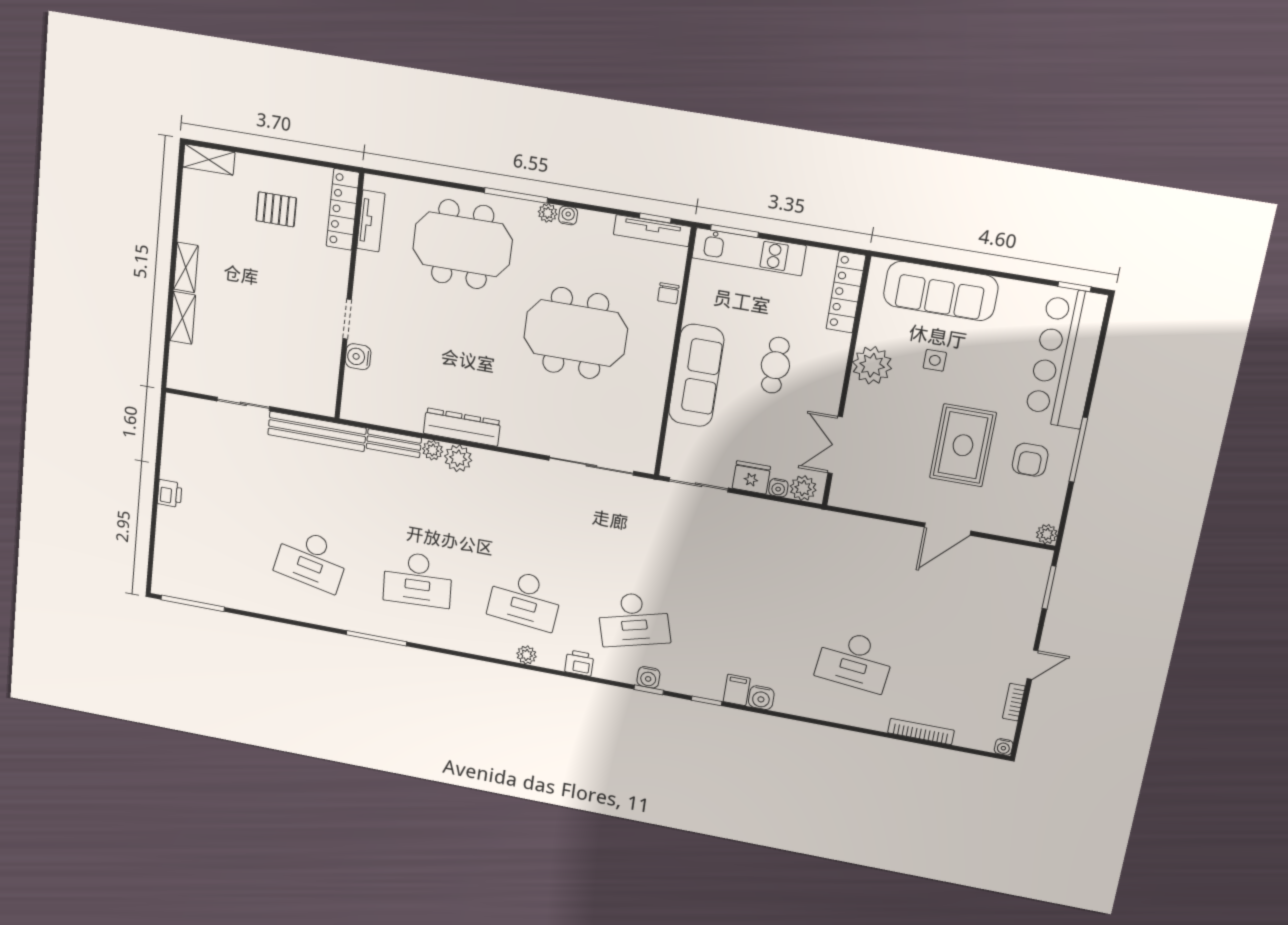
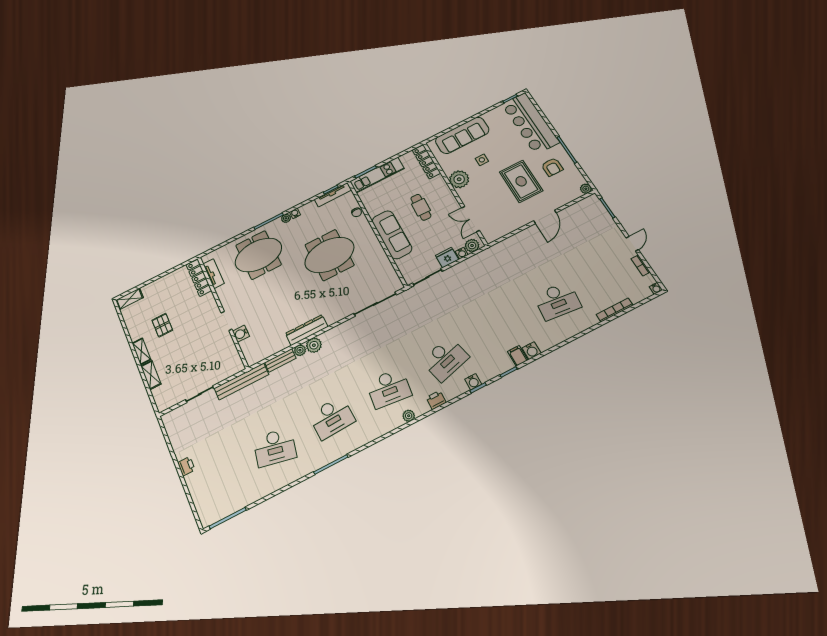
pallet: (276, 209) -> (162, 325), moved, turned 90

